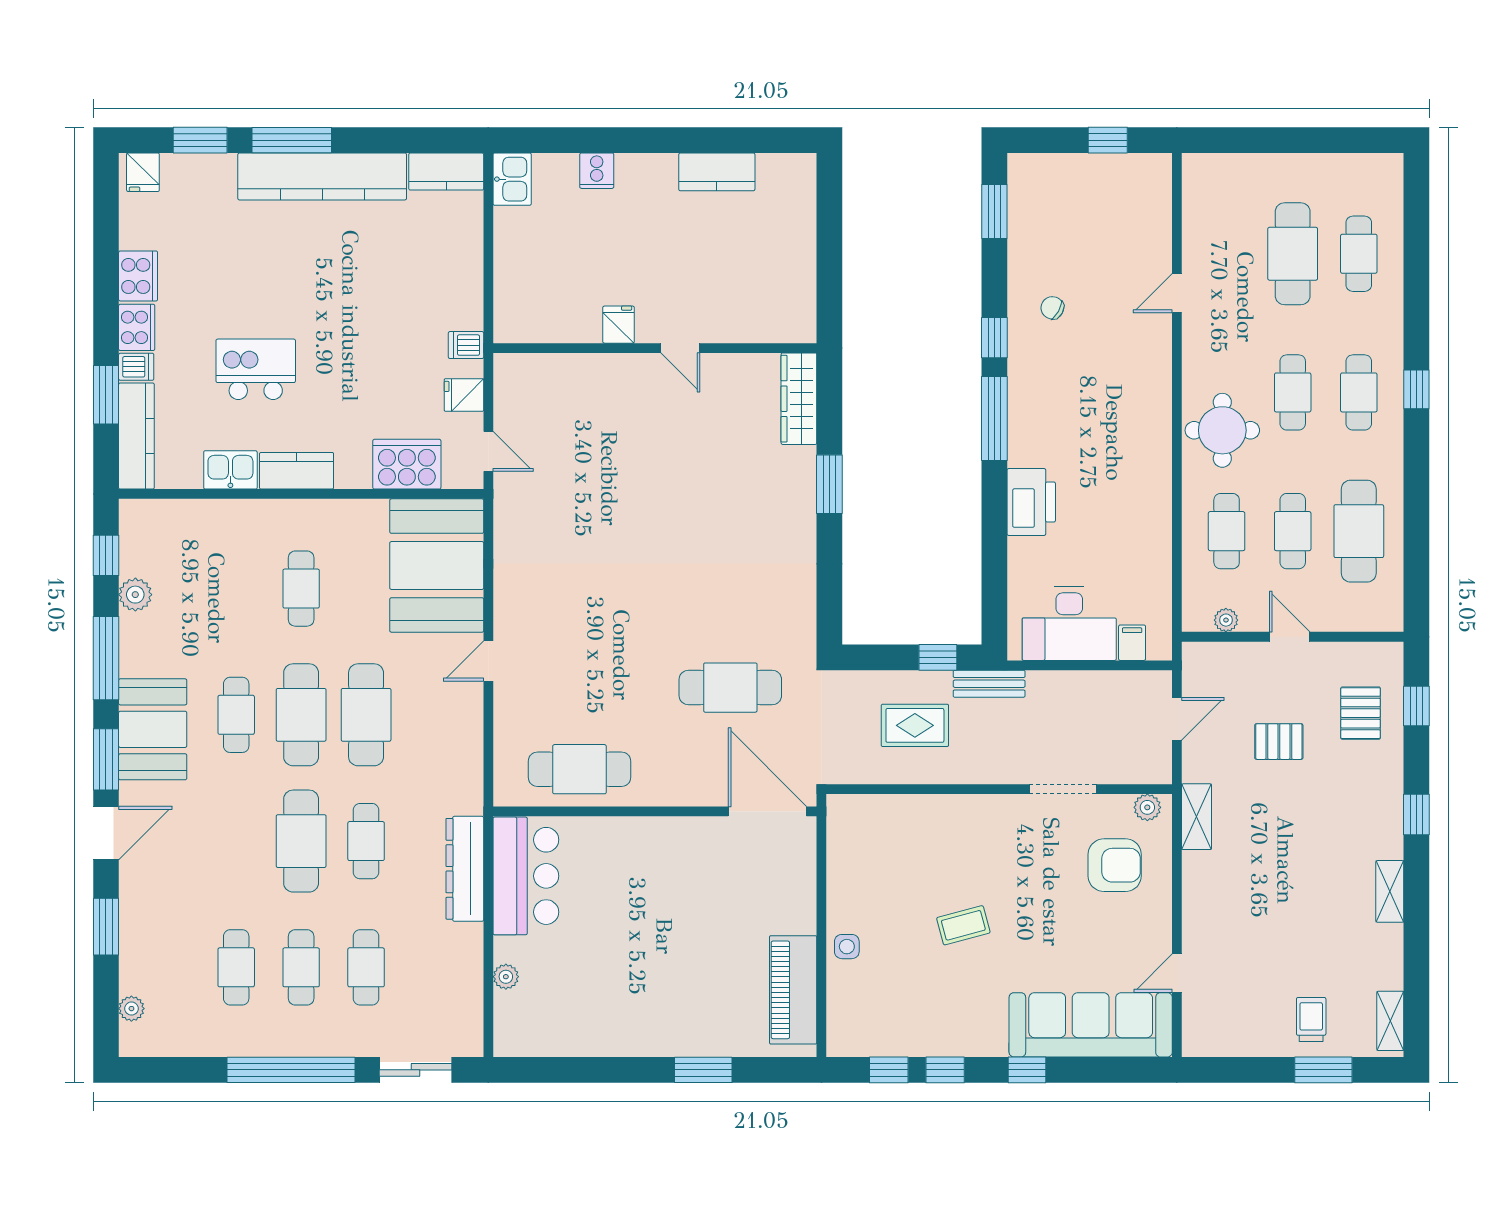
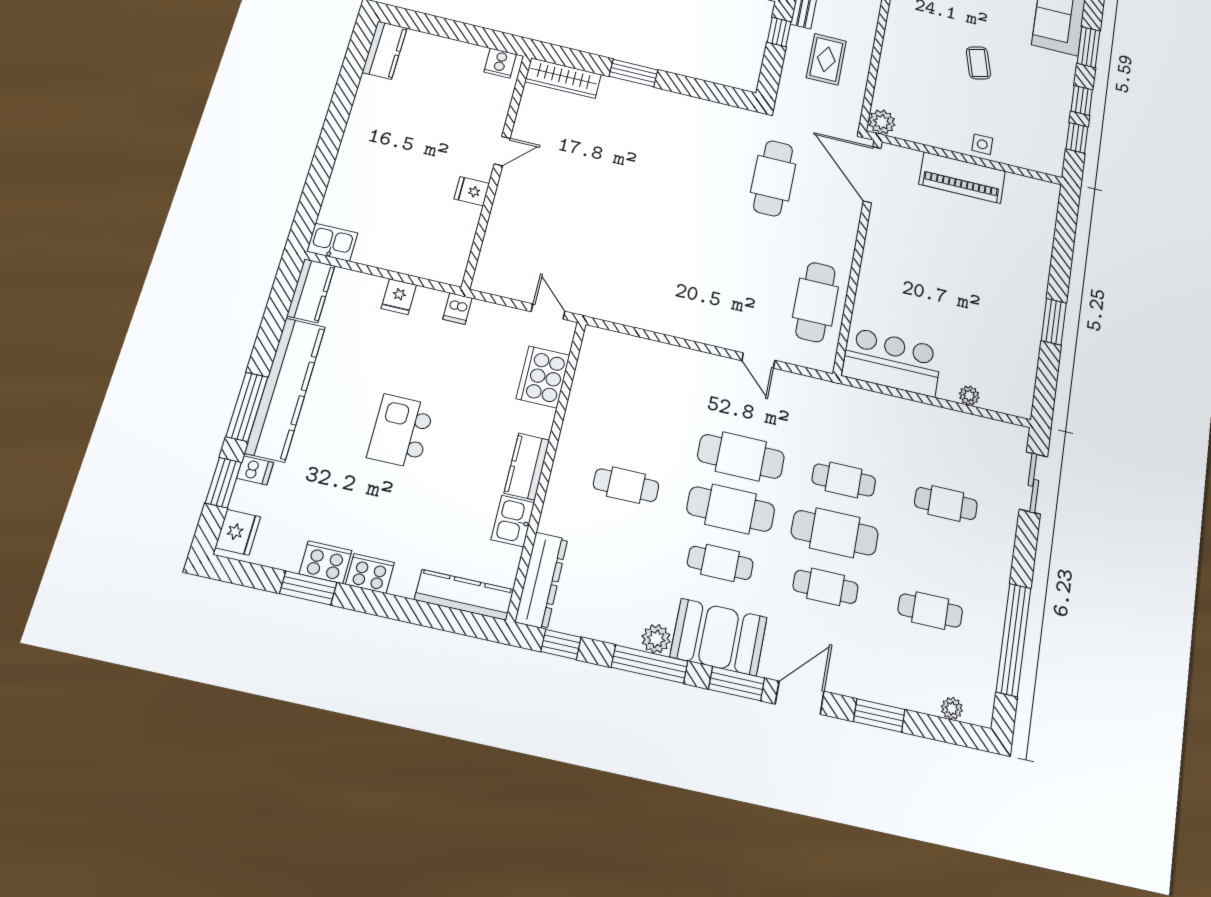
cooker: (597, 171) -> (500, 63), moved, turned 90
fridge: (143, 172) -> (238, 532), width x1.38
kitchen counter: (717, 172) -> (385, 50), moved
dishwasher: (136, 367) -> (255, 470), moved, turned 90
kitchen island: (256, 369) -> (401, 431), moved
window: (106, 395) -> (308, 588), moved
fridge: (464, 395) -> (399, 297), moved
door: (488, 451) -> (548, 312), hinge flipped
booth: (437, 566) -> (631, 373), removed
plant: (135, 595) -> (656, 639), moved
door: (488, 661) -> (758, 360), moved
door: (767, 811) -> (872, 175), hinge flipped
plant: (844, 812) -> (882, 122), added
door: (106, 833) -> (800, 698), hinge flipped
dresser: (465, 869) -> (541, 580), moved, turned -90
cafe table: (301, 967) -> (826, 587), moved
piano: (793, 990) -> (962, 178), moved
window: (291, 1070) -> (1014, 640), moved
window: (703, 1070) -> (1054, 322), moved
window: (1027, 1070) -> (1088, 47), width x1.50

